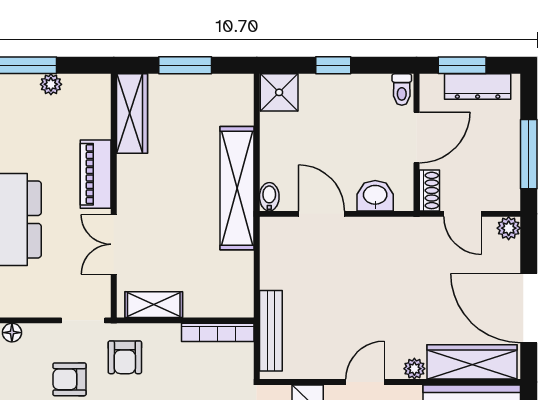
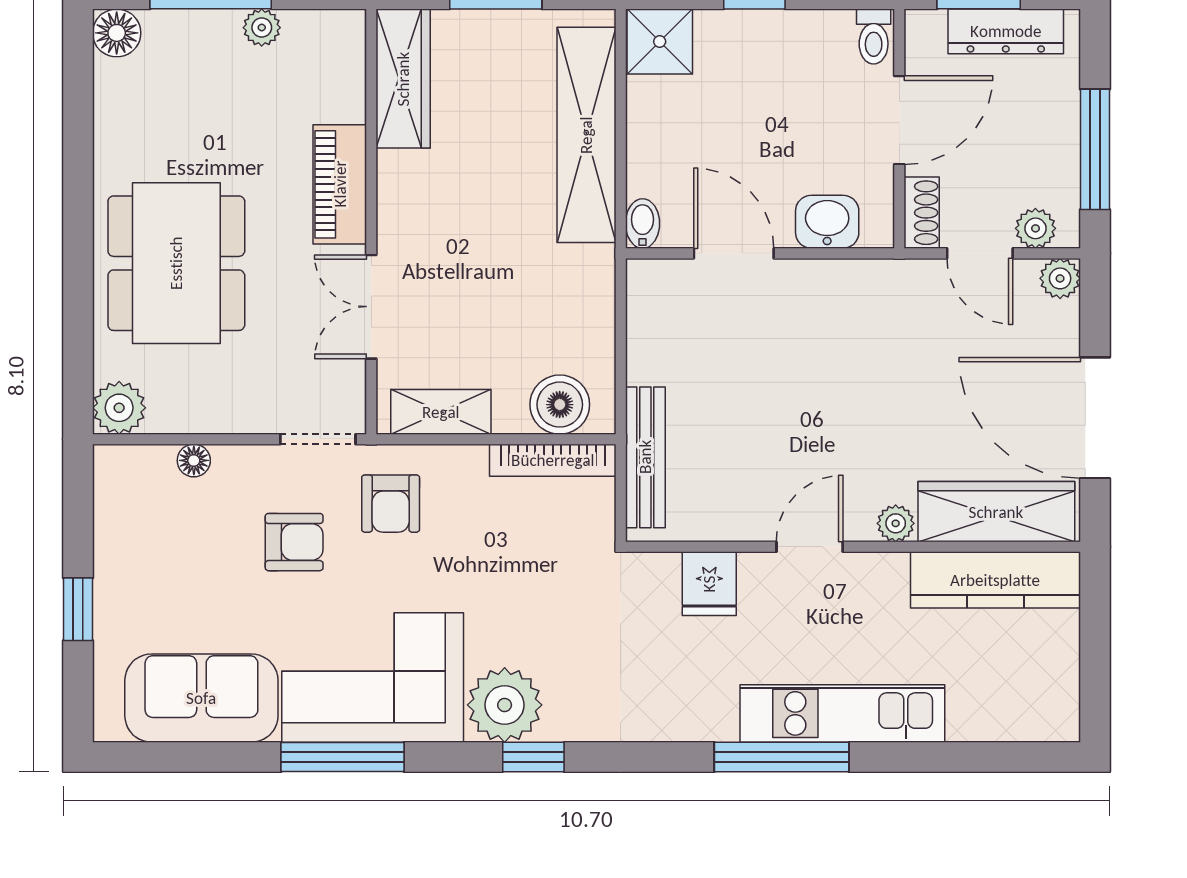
shelving: (237, 188) -> (586, 135), moved
plant: (495, 199) -> (1035, 228), added
boiler: (222, 300) -> (560, 405), added
armchair: (69, 379) -> (294, 542), turned 180

